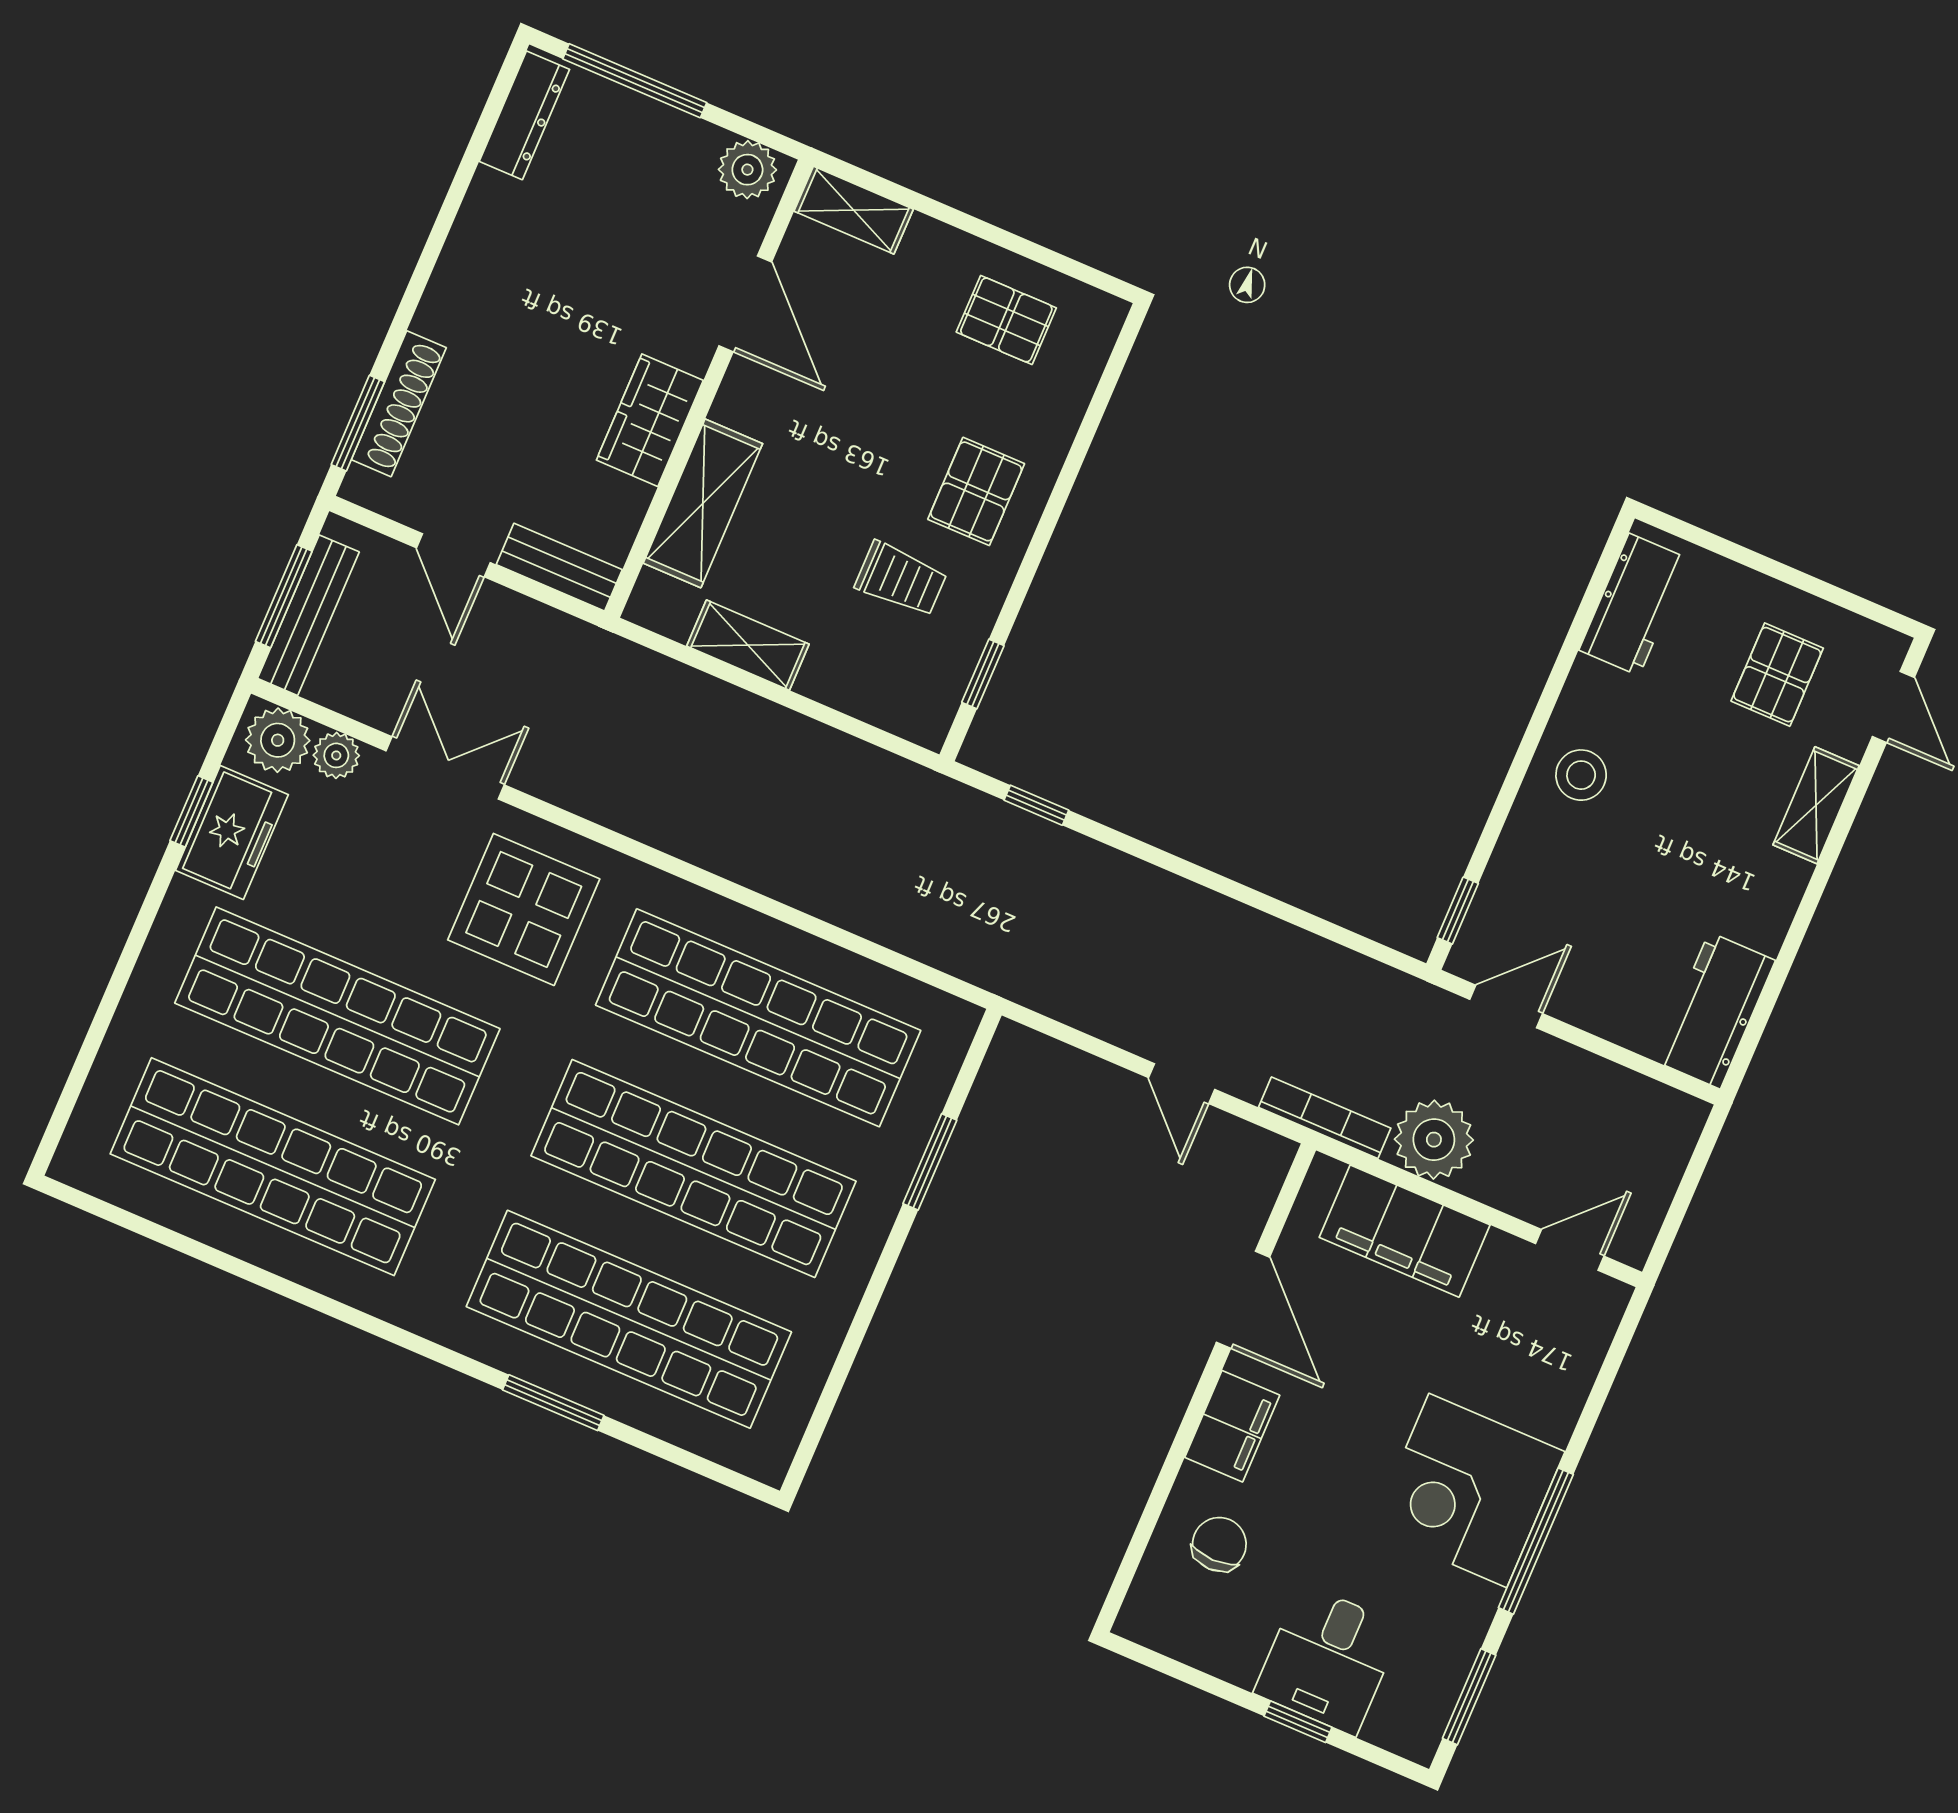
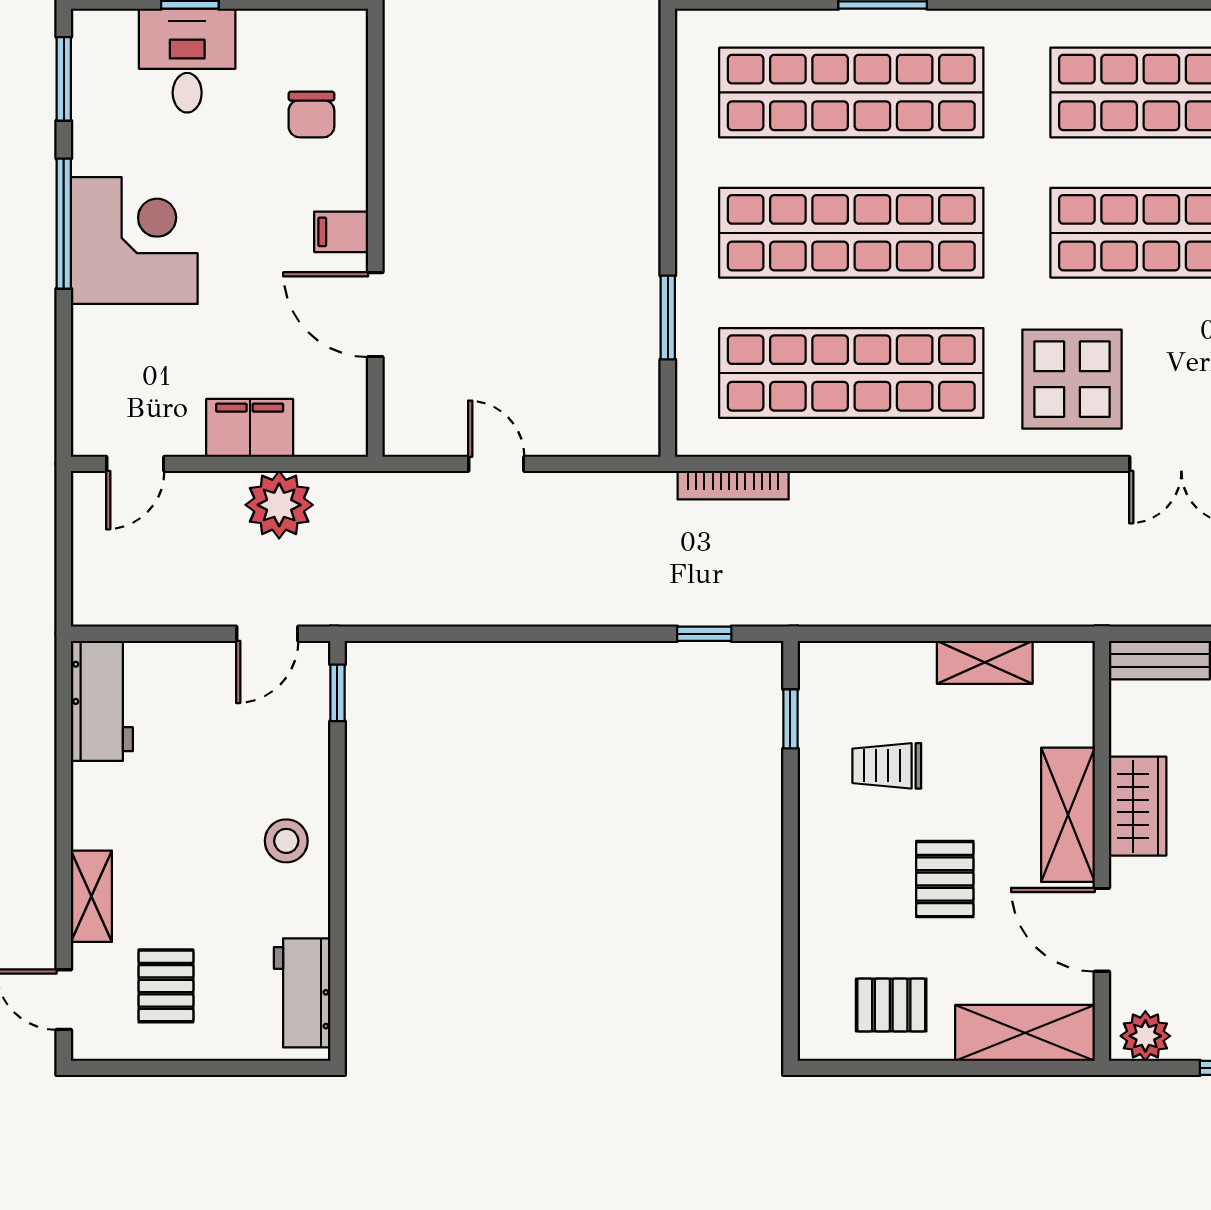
shelving: (854, 210) -> (1025, 1033), width x1.50, depth x1.33
pallet: (976, 491) -> (945, 879), moved
shelving: (703, 503) -> (1068, 815), moved
bookcase: (1325, 1118) -> (733, 485), moved
filing cabinet: (1405, 1231) -> (250, 428), width x0.67, depth x0.86
filing cabinet: (1232, 1426) -> (341, 232), width x0.50

